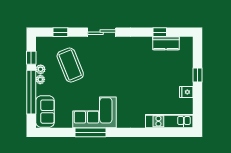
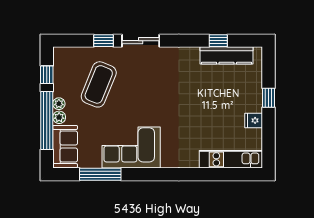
window: (60, 32) -> (103, 41), moved
kitchen counter: (166, 43) -> (227, 55), width x1.50
coffee table: (70, 65) -> (99, 84), turned 44
plant: (41, 69) -> (59, 117), moved
window: (90, 132) -> (100, 174), moved

